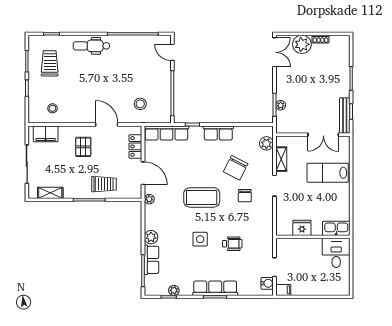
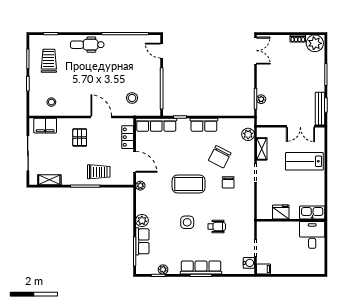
plant: (302, 44) -> (315, 43), moved

